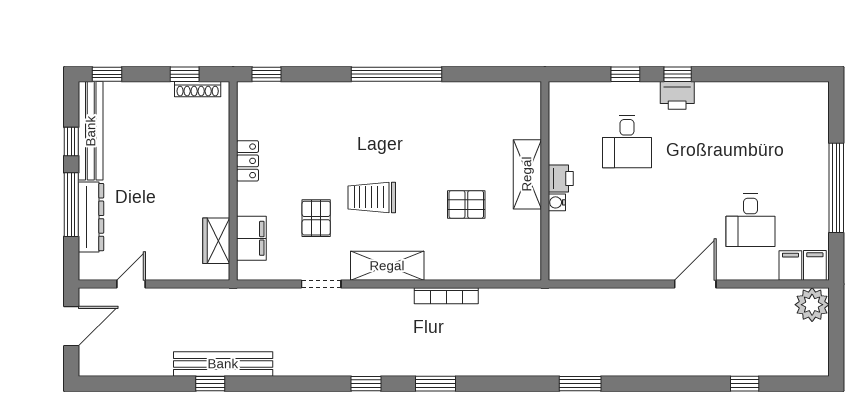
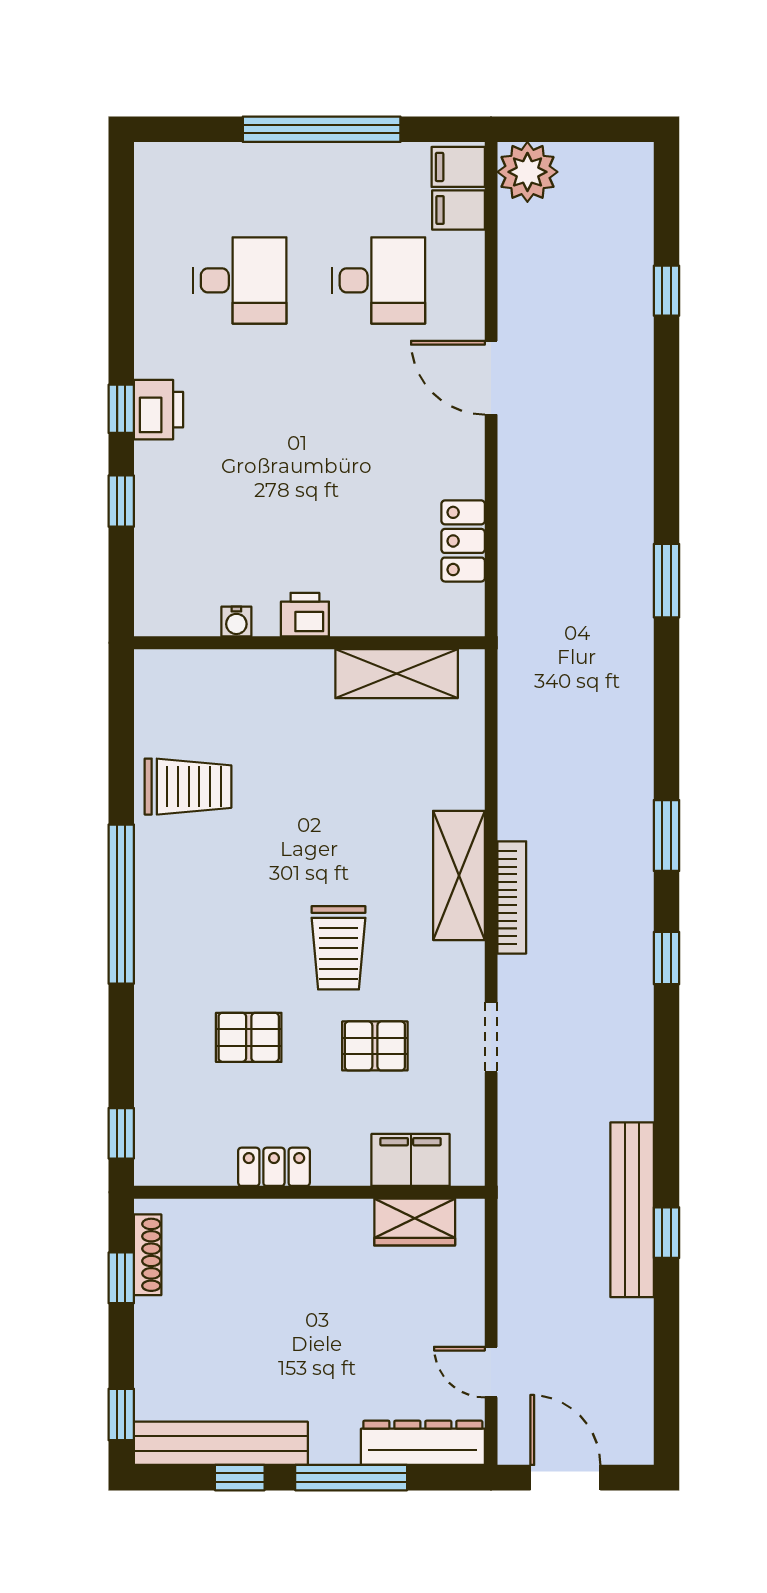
trolley: (463, 112) -> (188, 787), added
desk: (627, 142) -> (240, 280), moved
shelving: (527, 174) -> (397, 674), moved
water cooler: (557, 202) -> (236, 622), moved
pallet: (466, 204) -> (249, 1037), moved, turned 90
dresser: (91, 217) -> (423, 1443), moved
shelving: (387, 266) -> (459, 875), moved
locker: (603, 268) -> (463, 541), added
bookcase: (446, 296) -> (512, 897), moved

